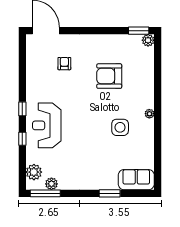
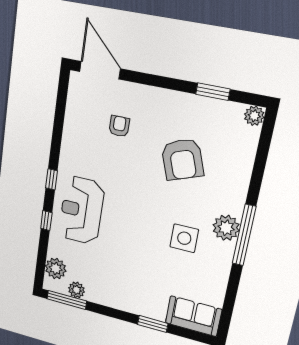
window: (139, 31) -> (213, 92), moved
armchair: (109, 76) -> (182, 159), turned -110
plant: (149, 114) -> (226, 228), width x1.88, depth x1.88
window: (158, 116) -> (244, 235), added

